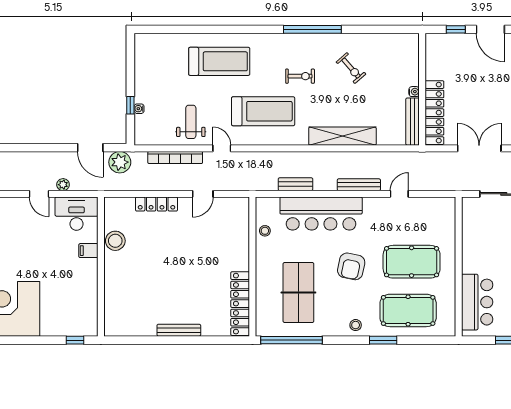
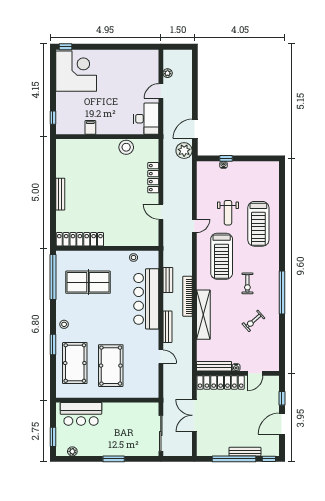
door: (422, 66) -> (255, 373), added
weight bench: (191, 122) -> (228, 213), moved, turned 90
double door: (479, 148) -> (194, 415), swing flipped
bookcase: (175, 158) -> (187, 296), moved
plant: (63, 185) -> (168, 73), moved
filing cabinet: (88, 251) -> (90, 127), moved
armchair: (351, 266) -> (107, 321), removed

